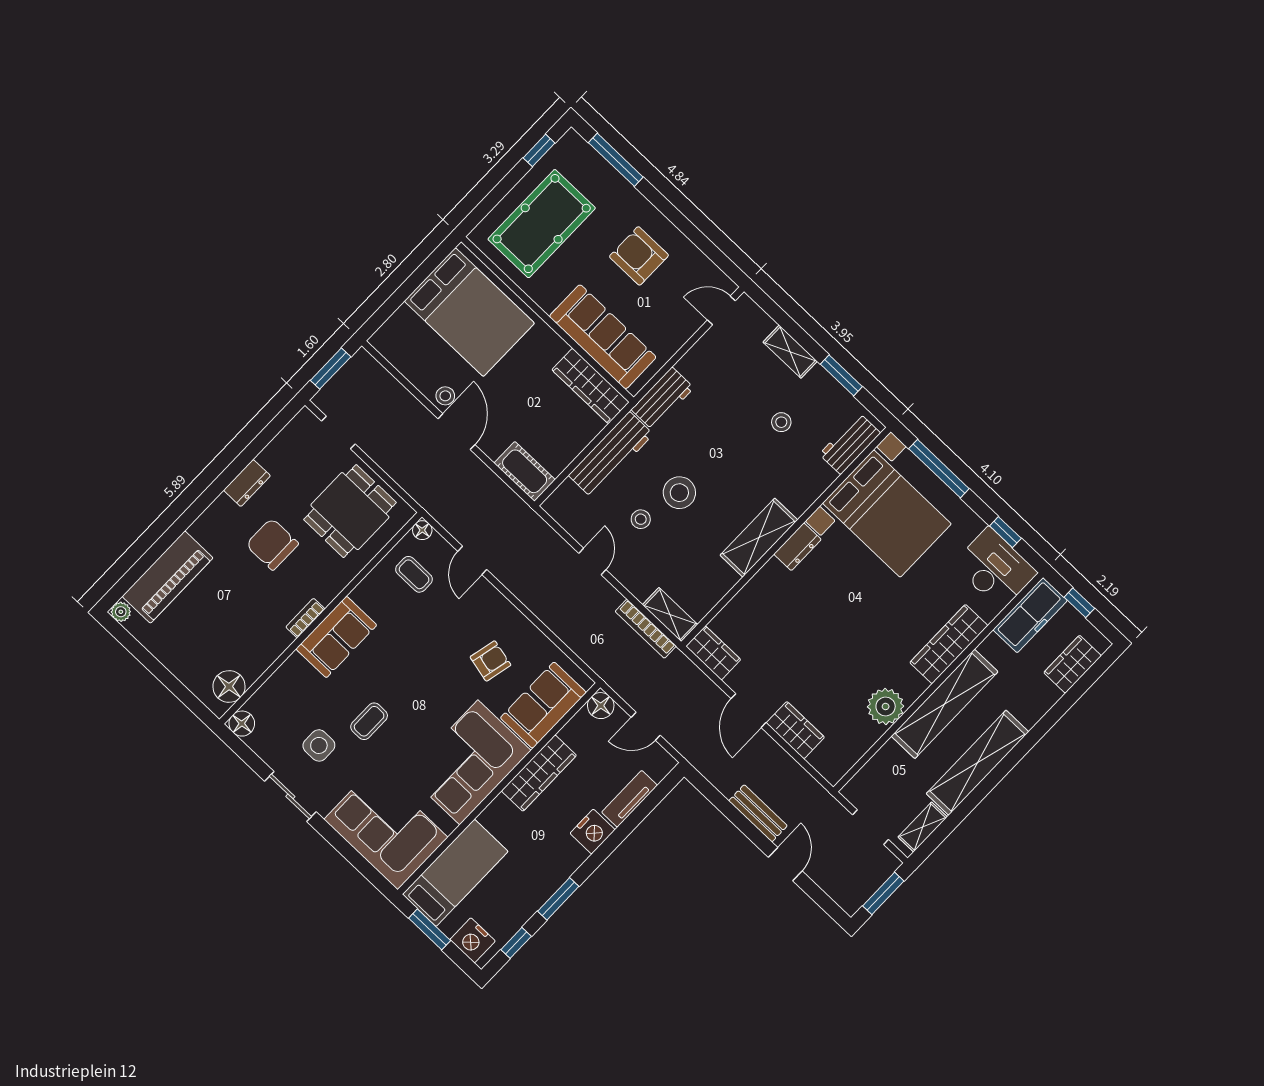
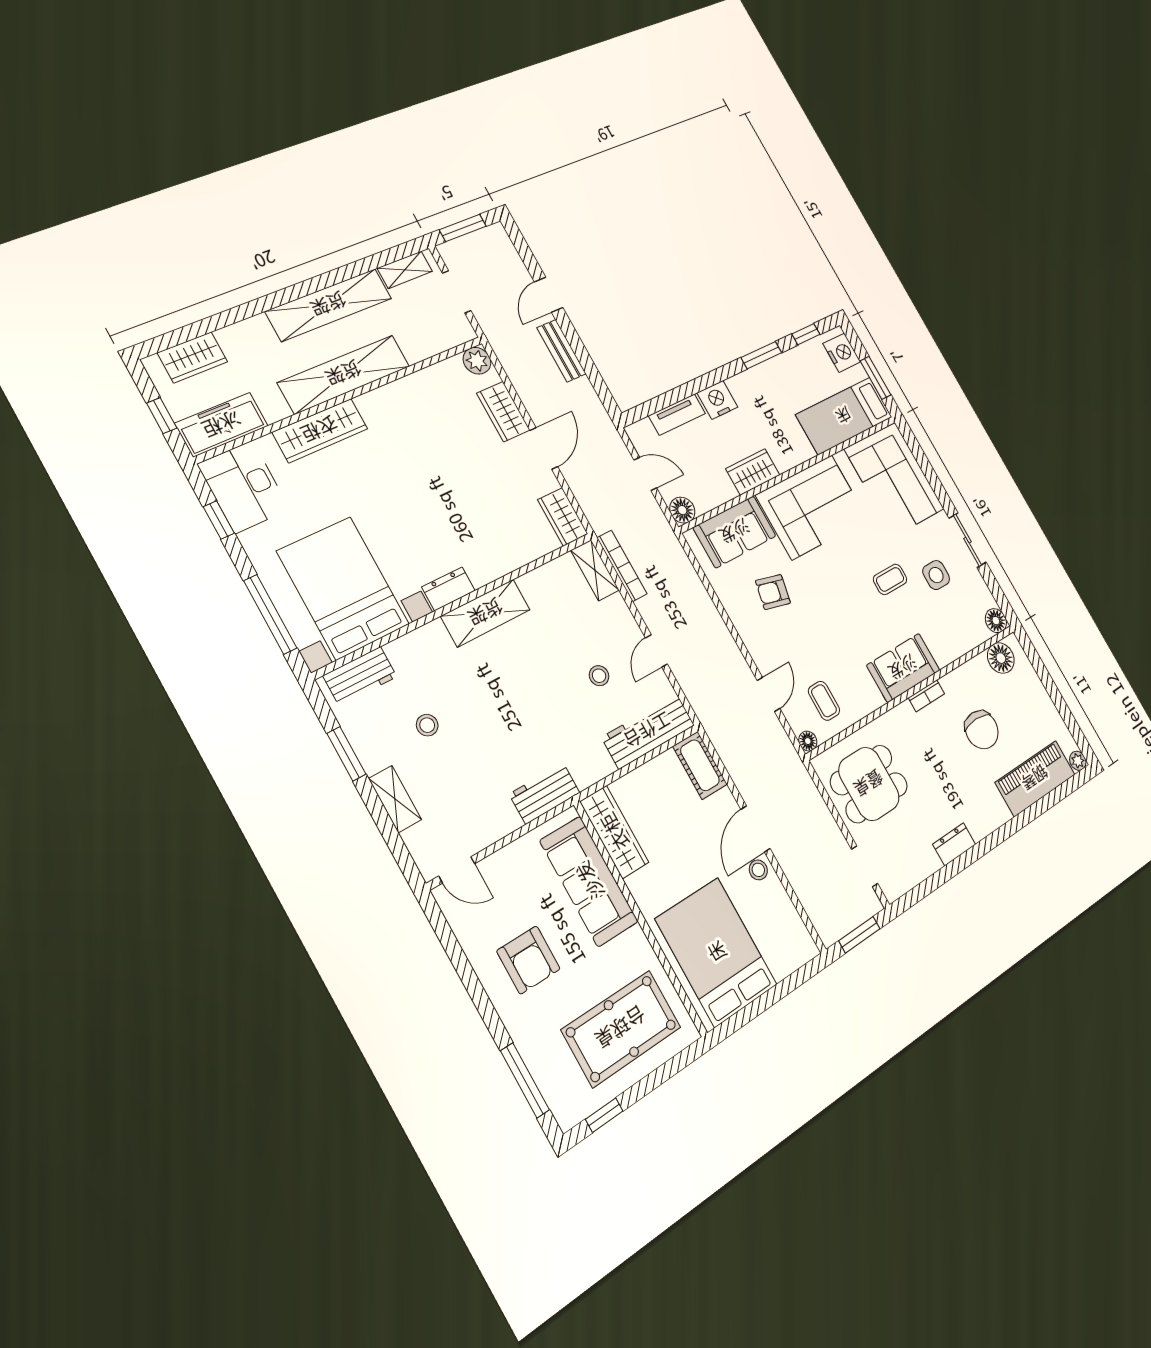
workbench: (611, 455) -> (648, 731), moved
stool: (679, 493) -> (554, 689), removed
chair: (272, 544) -> (982, 730), moved
plant: (886, 706) -> (477, 361), moved, width x0.73, depth x0.73
wardrobe: (539, 773) -> (753, 472), width x0.67

